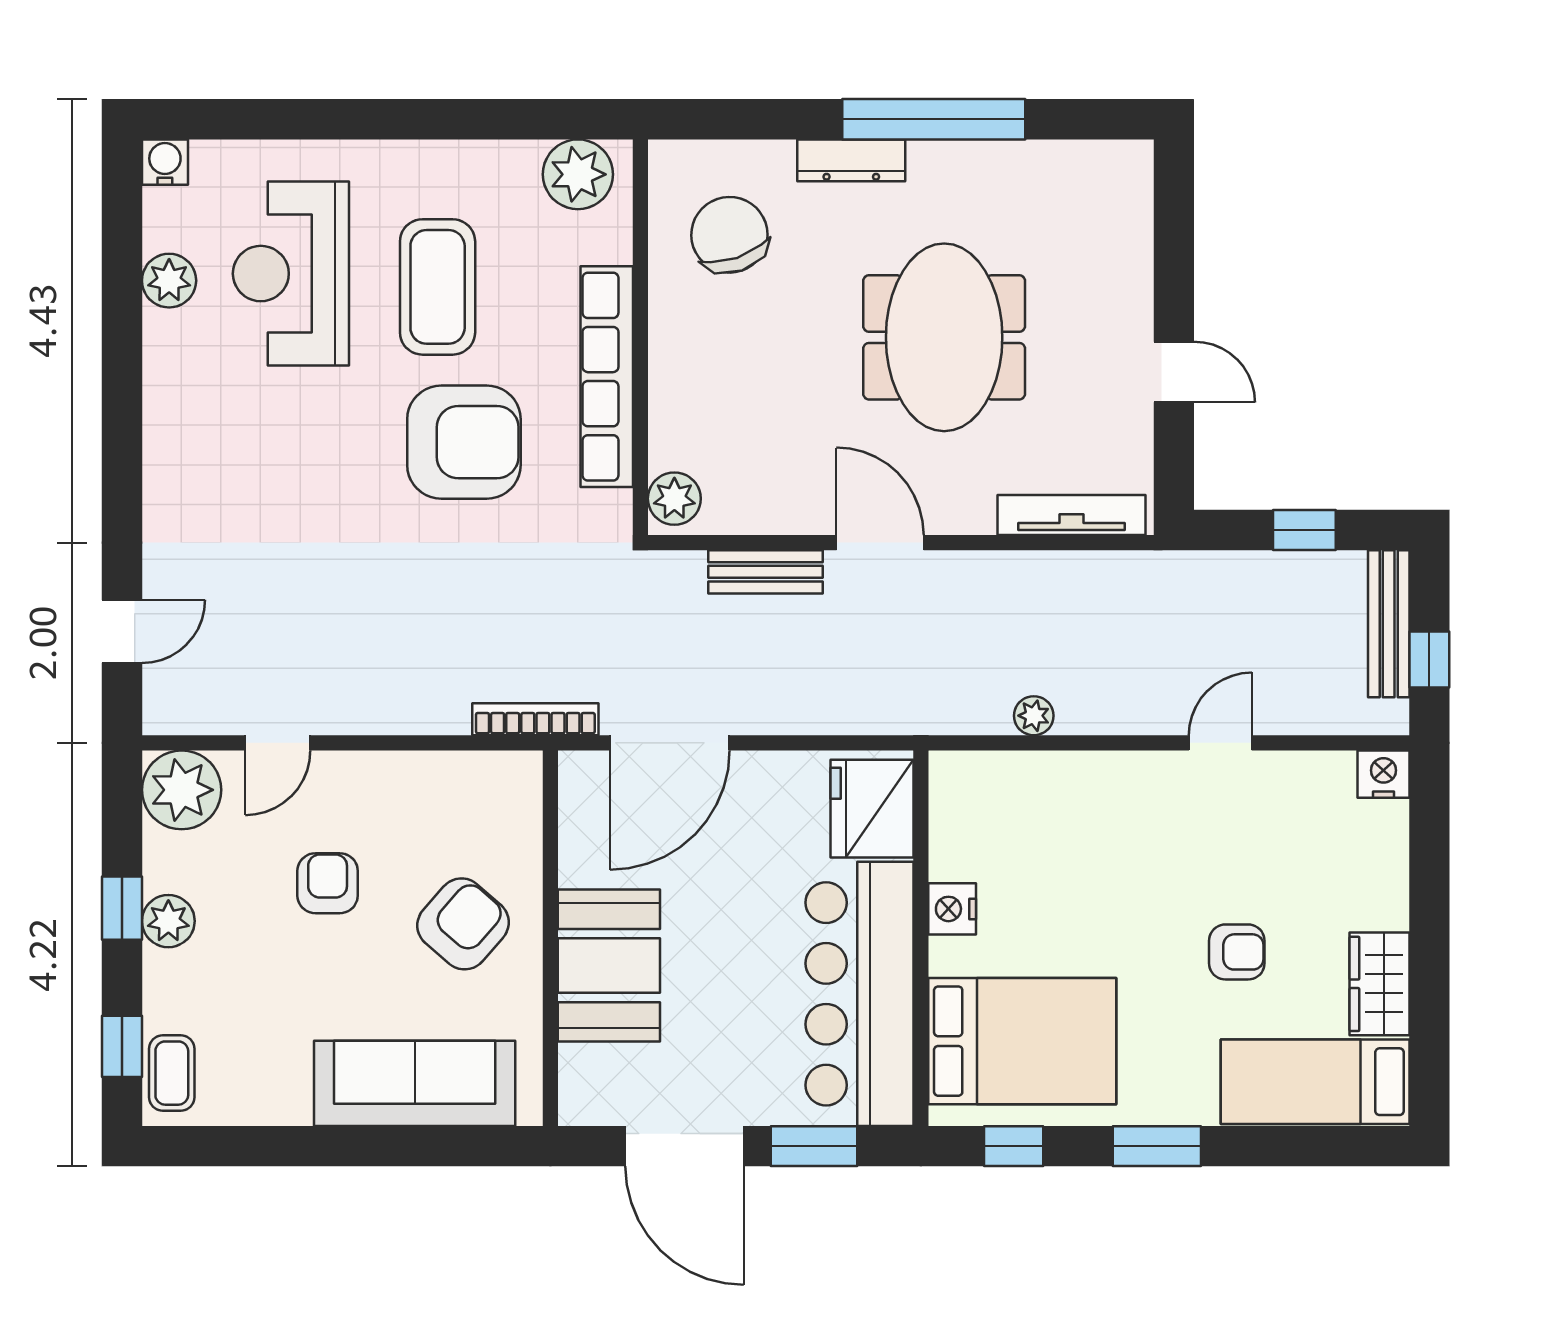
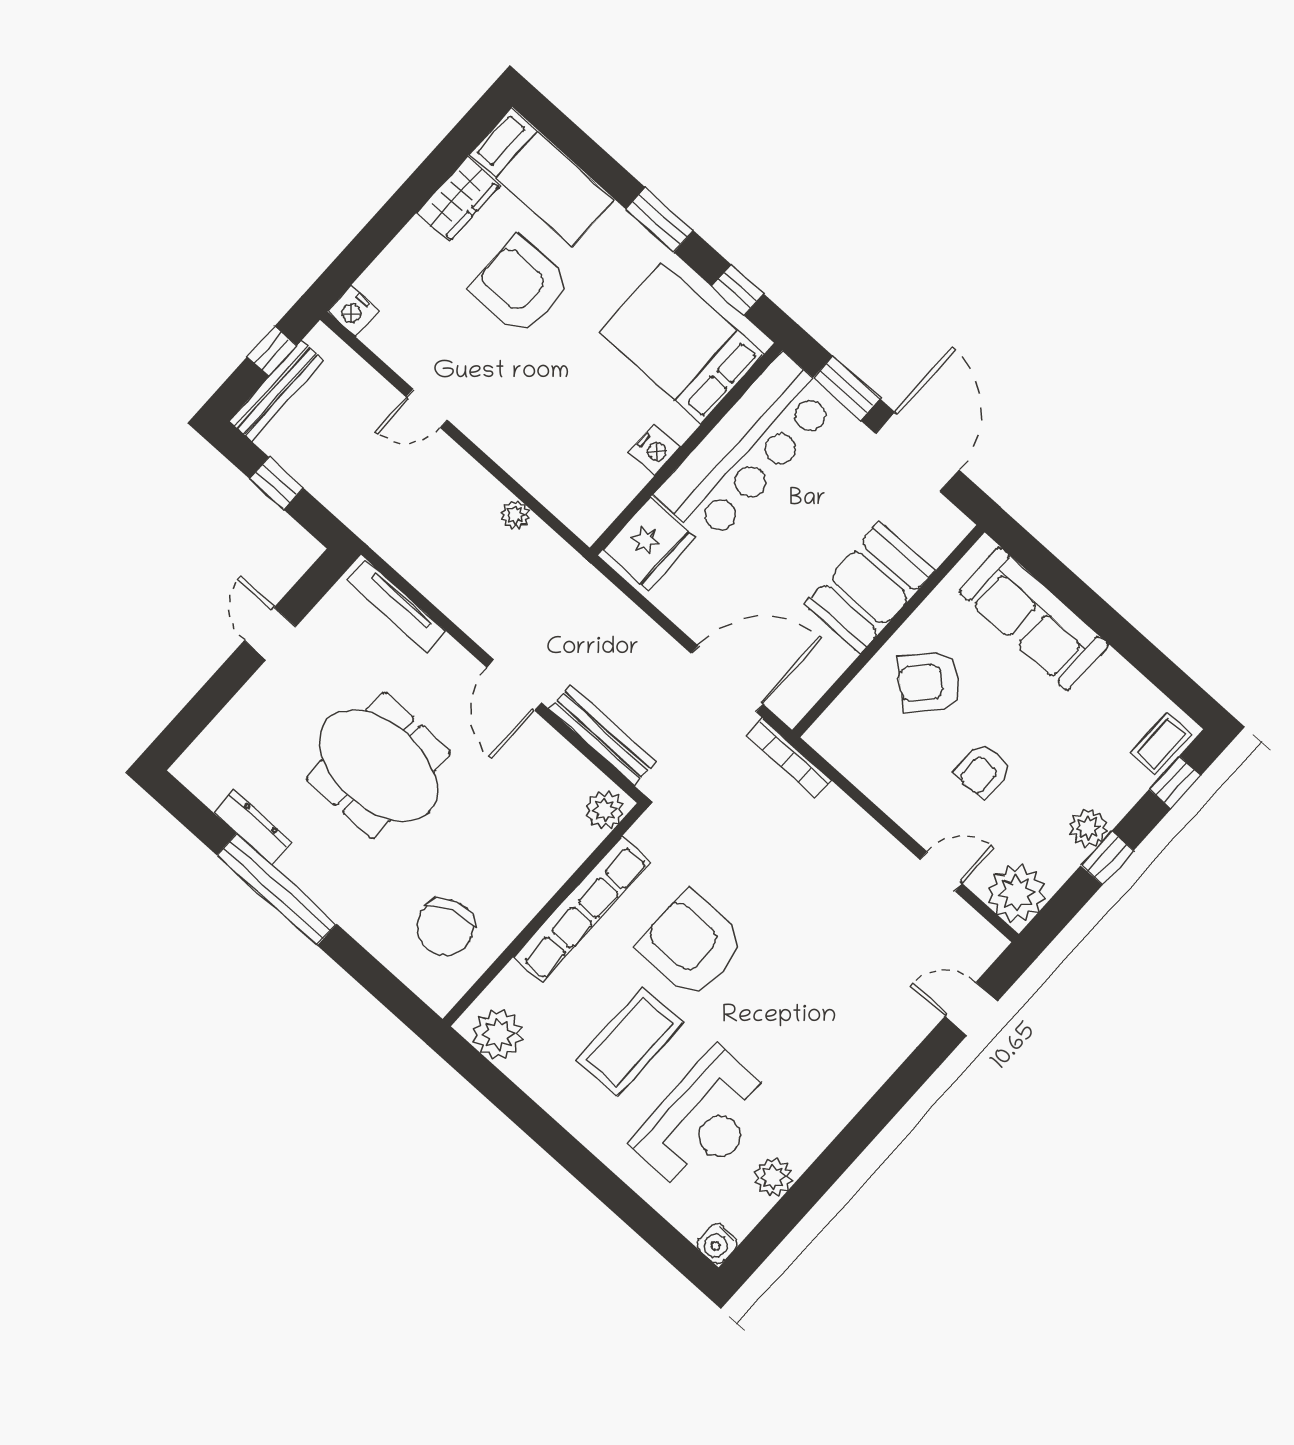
dresser: (851, 160) -> (253, 827), moved
meeting table: (944, 337) -> (378, 765), turned 90
bench: (766, 572) -> (602, 735), width x1.36
armchair: (1237, 952) -> (521, 286), width x1.88, depth x1.88

